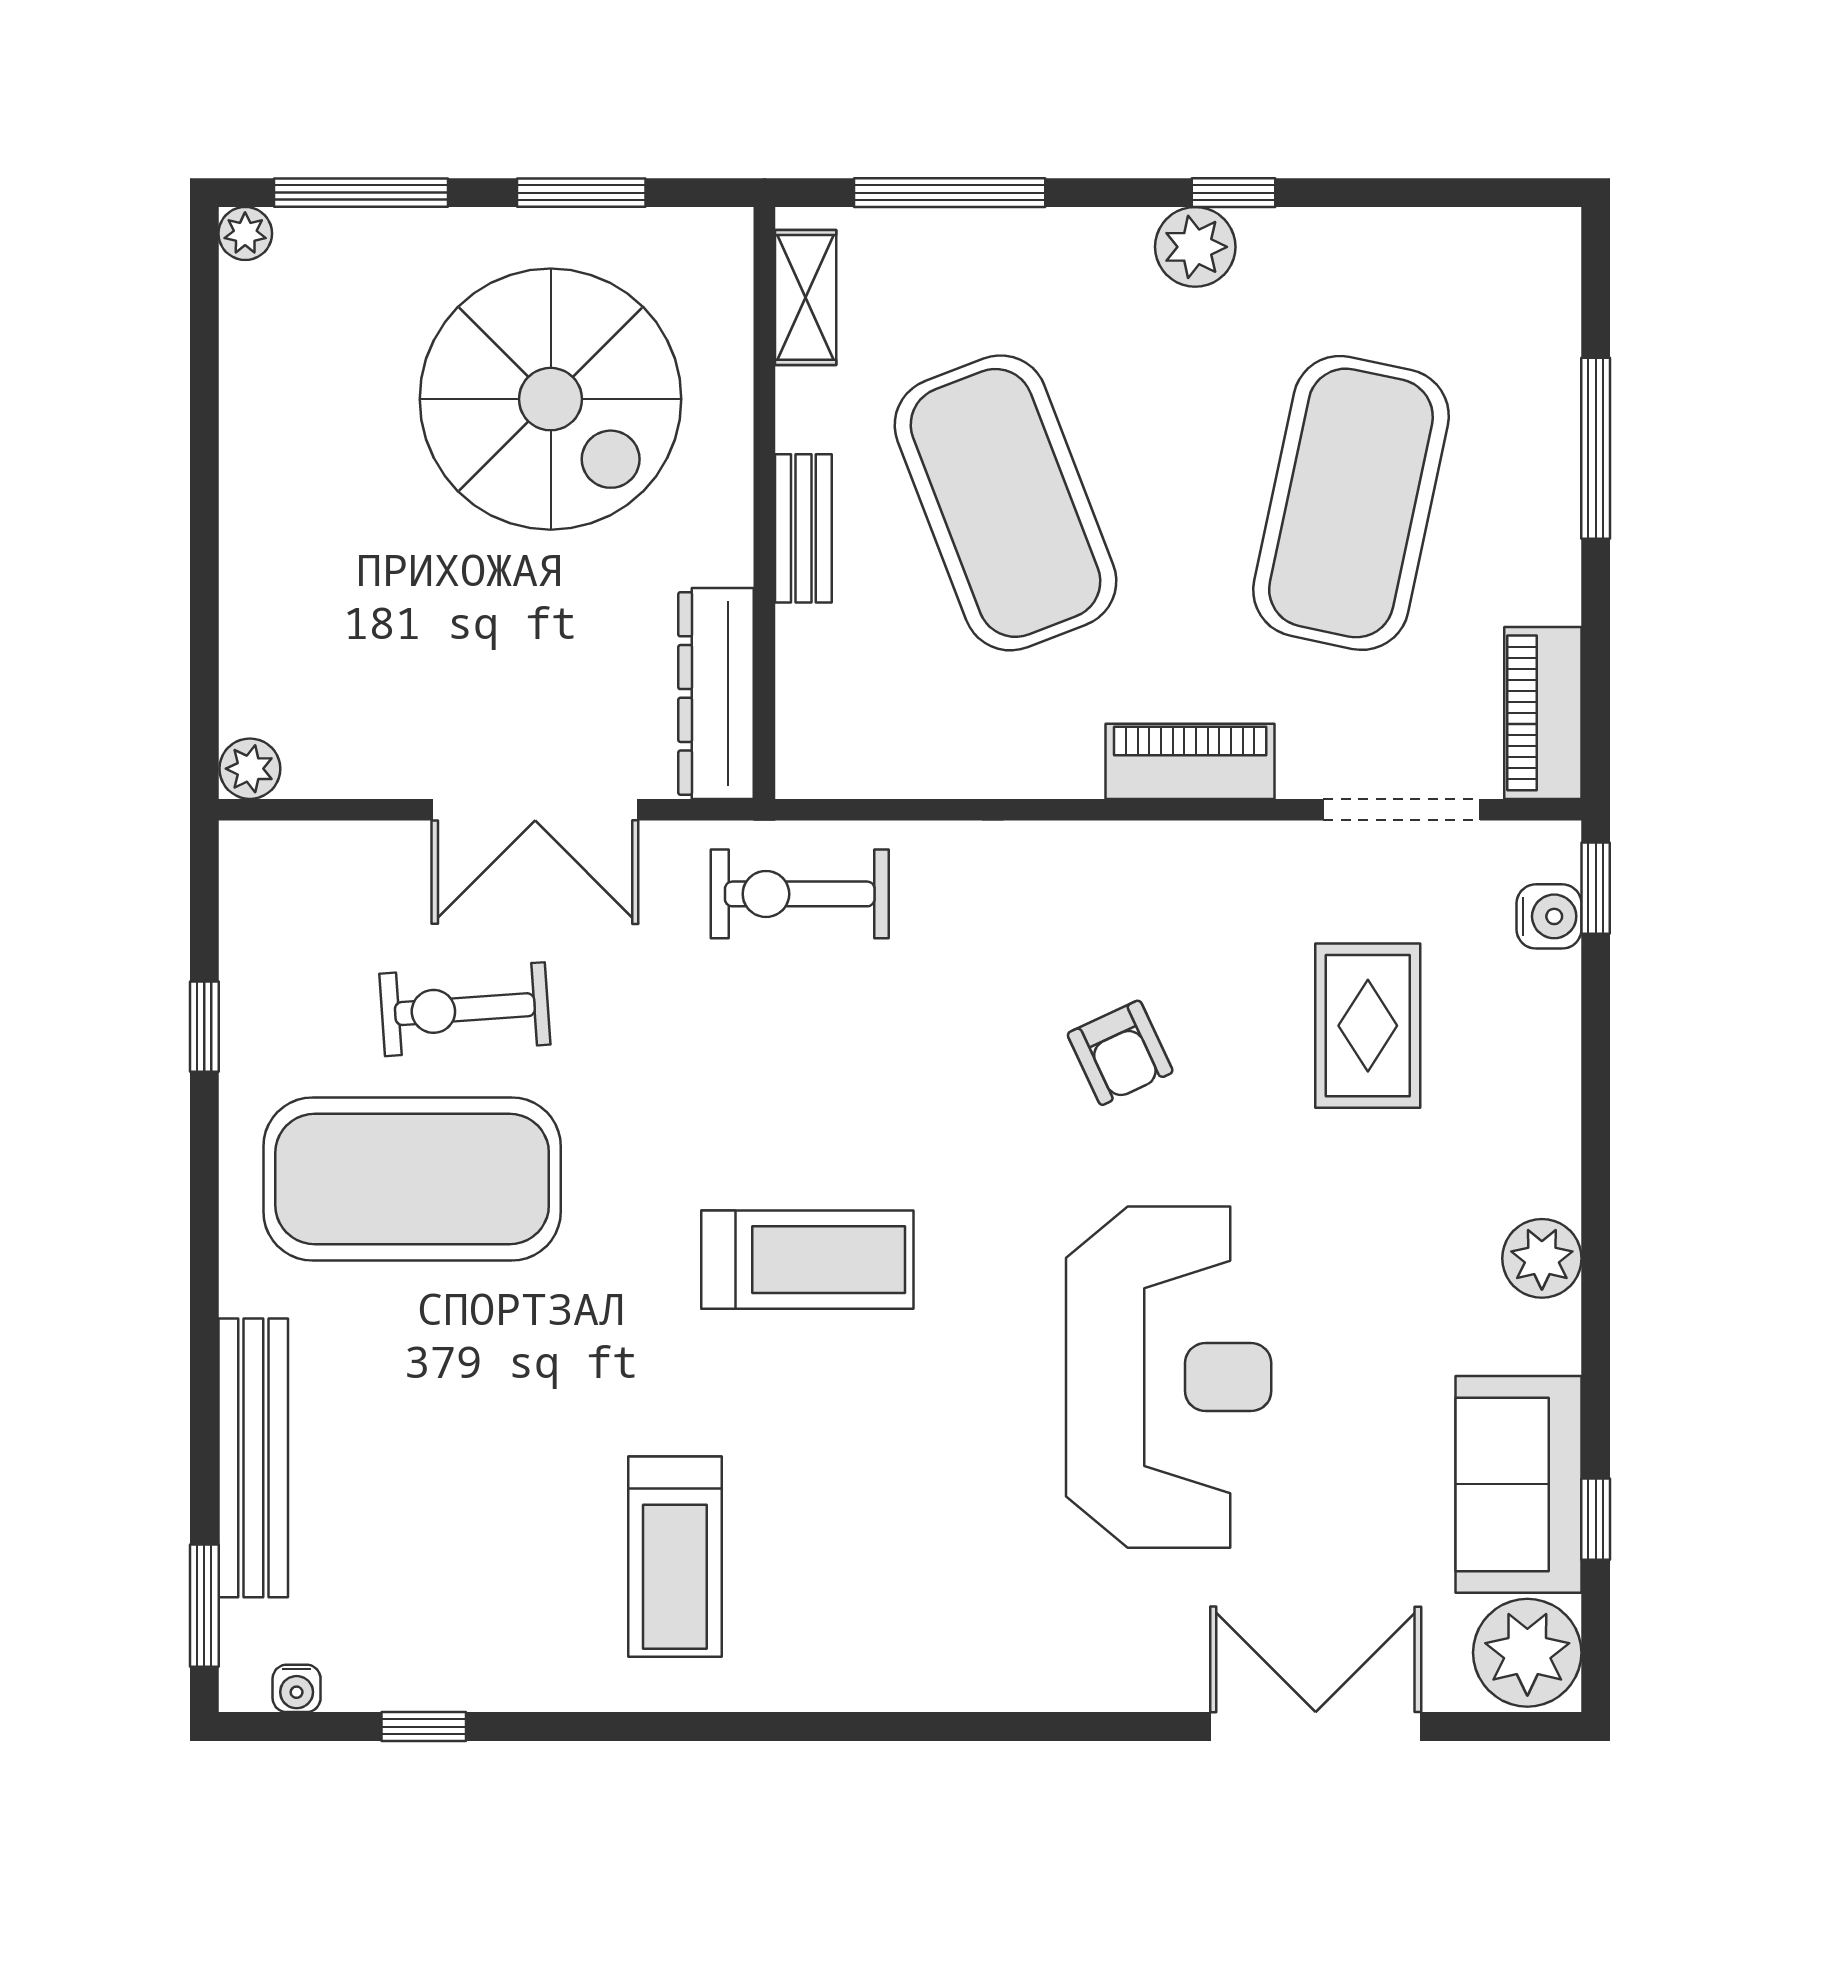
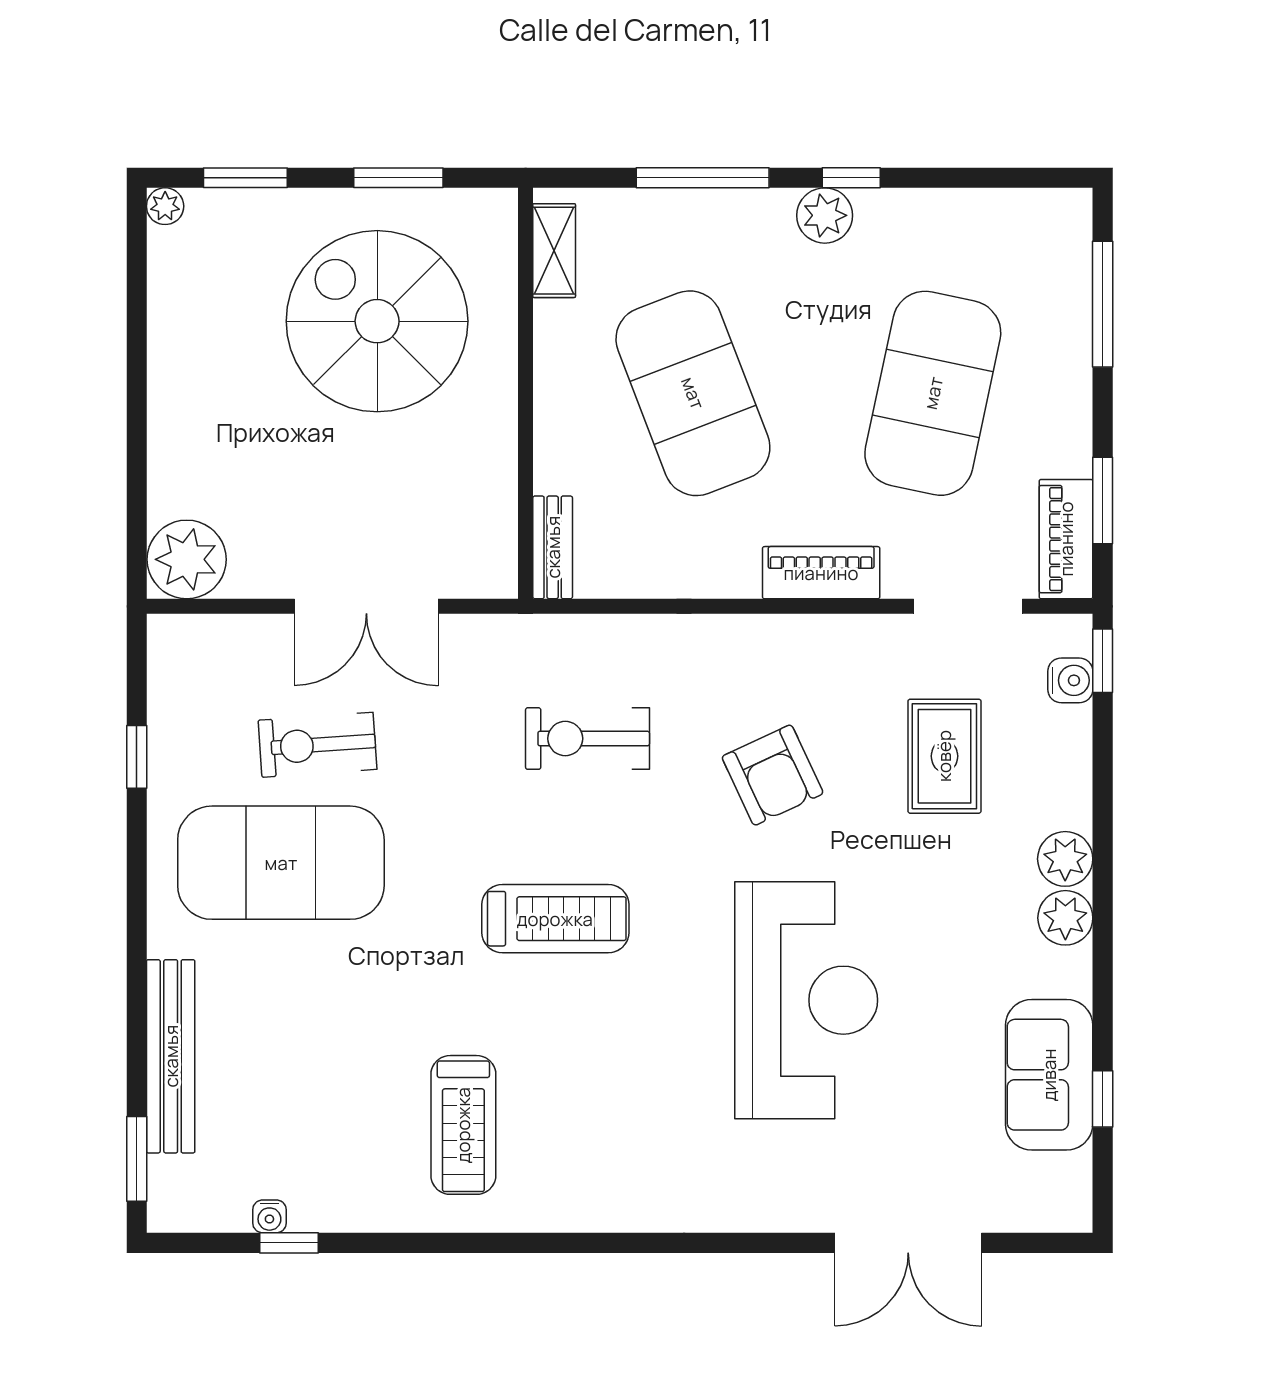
window: (361, 193) -> (245, 178), width x0.69
window: (950, 193) -> (703, 178), moved
spiral stairs: (551, 399) -> (377, 321), turned 180
window: (1596, 448) -> (1103, 304), moved
bench: (803, 528) -> (553, 547), moved
window: (1596, 657) -> (1103, 501), added
dresser: (716, 693) -> (492, 526), removed
plant: (250, 769) -> (187, 559), width x1.88, depth x1.88
exercise bike: (800, 894) -> (588, 739), moved
armchair: (1120, 1053) -> (773, 775), width x1.38, depth x1.38
plant: (1527, 1653) -> (1065, 859), moved, width x0.73, depth x0.73
water cooler: (297, 1688) -> (269, 1216), moved
double door: (1316, 1727) -> (908, 1243), swing flipped

